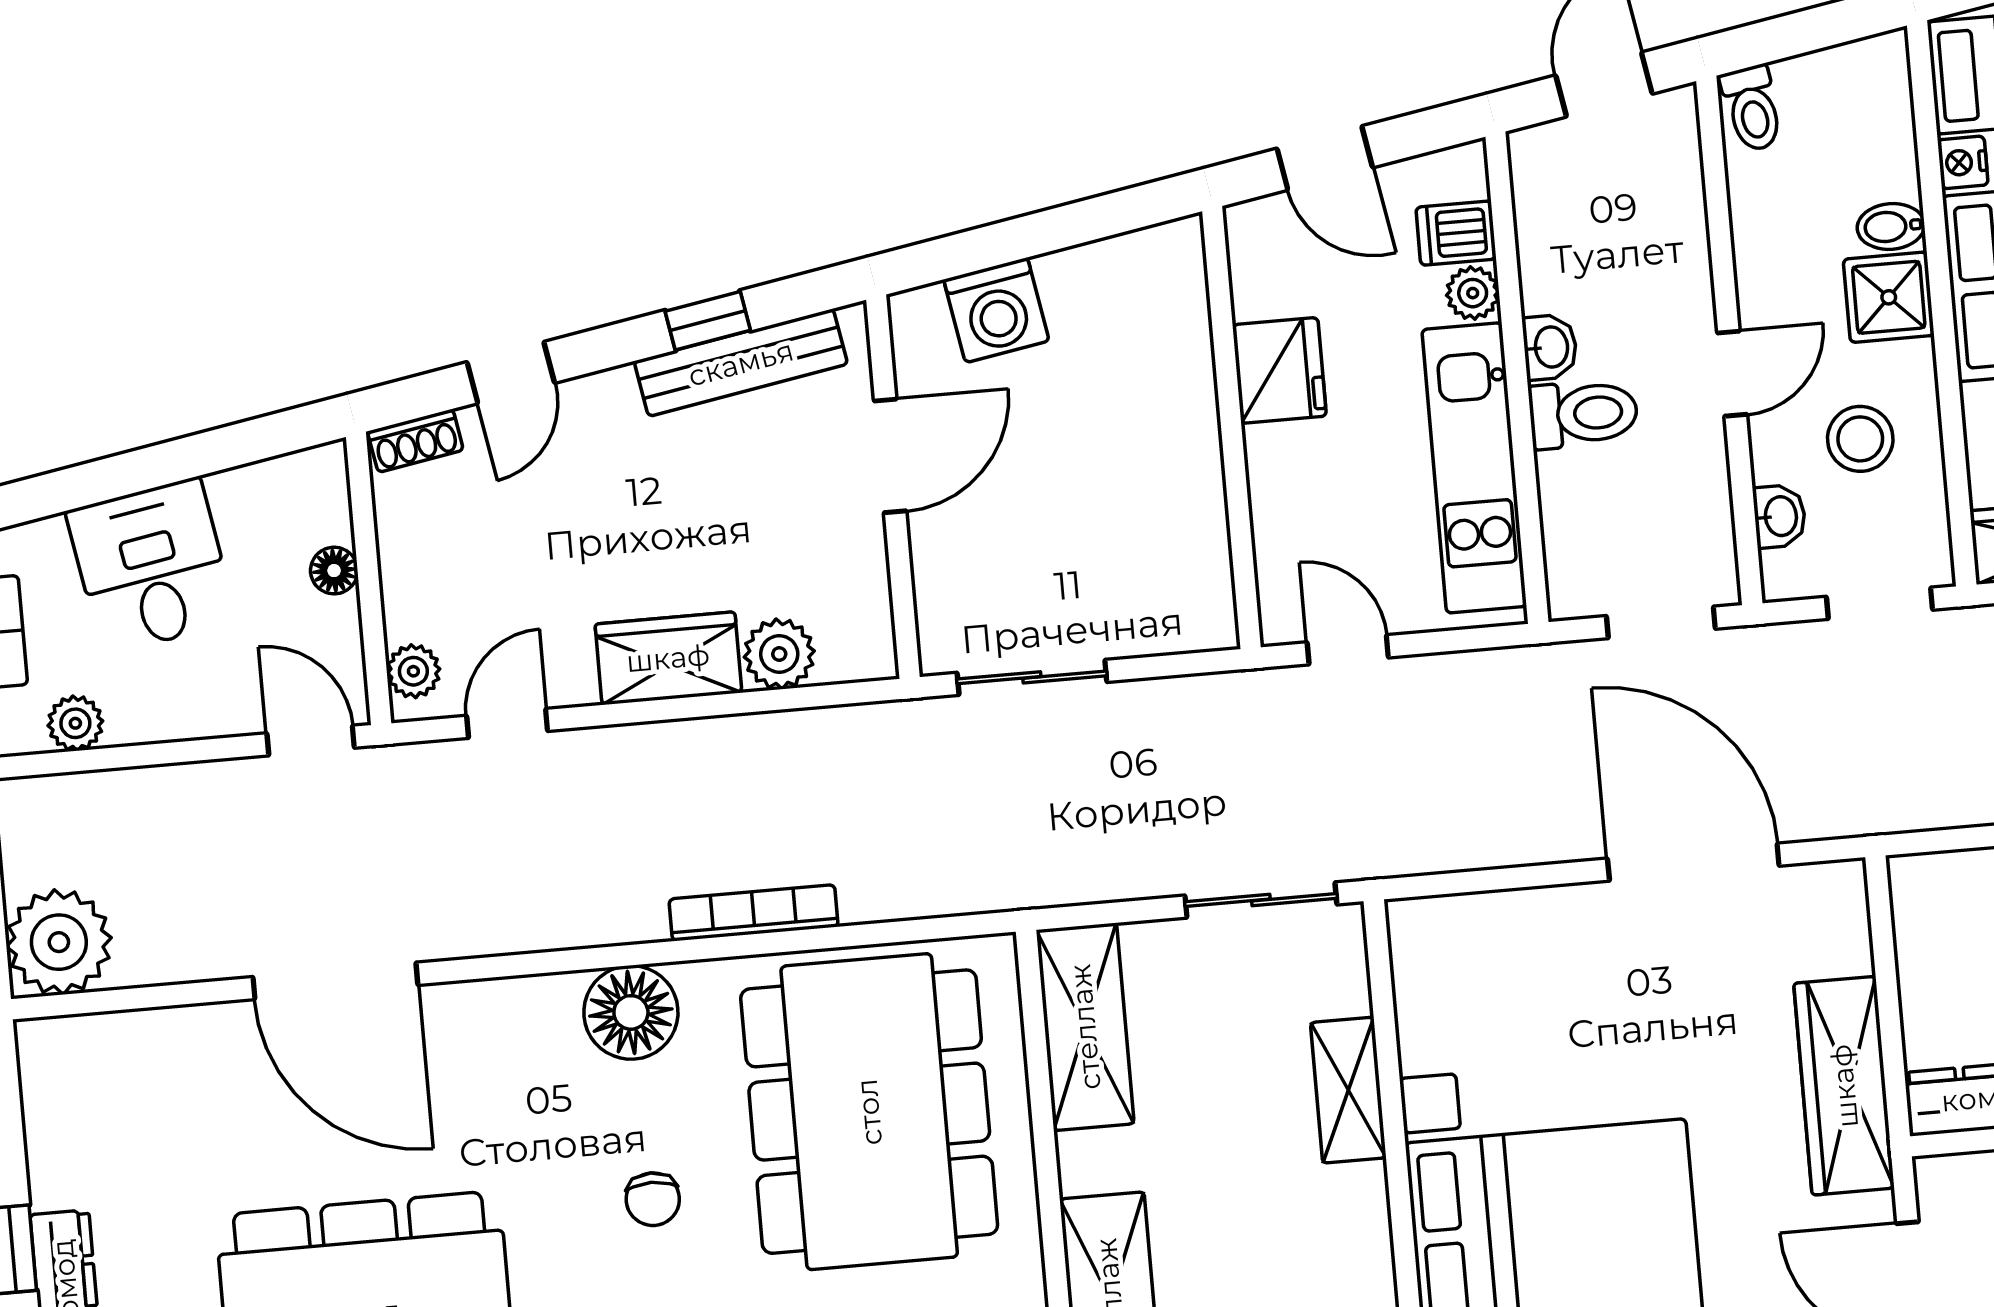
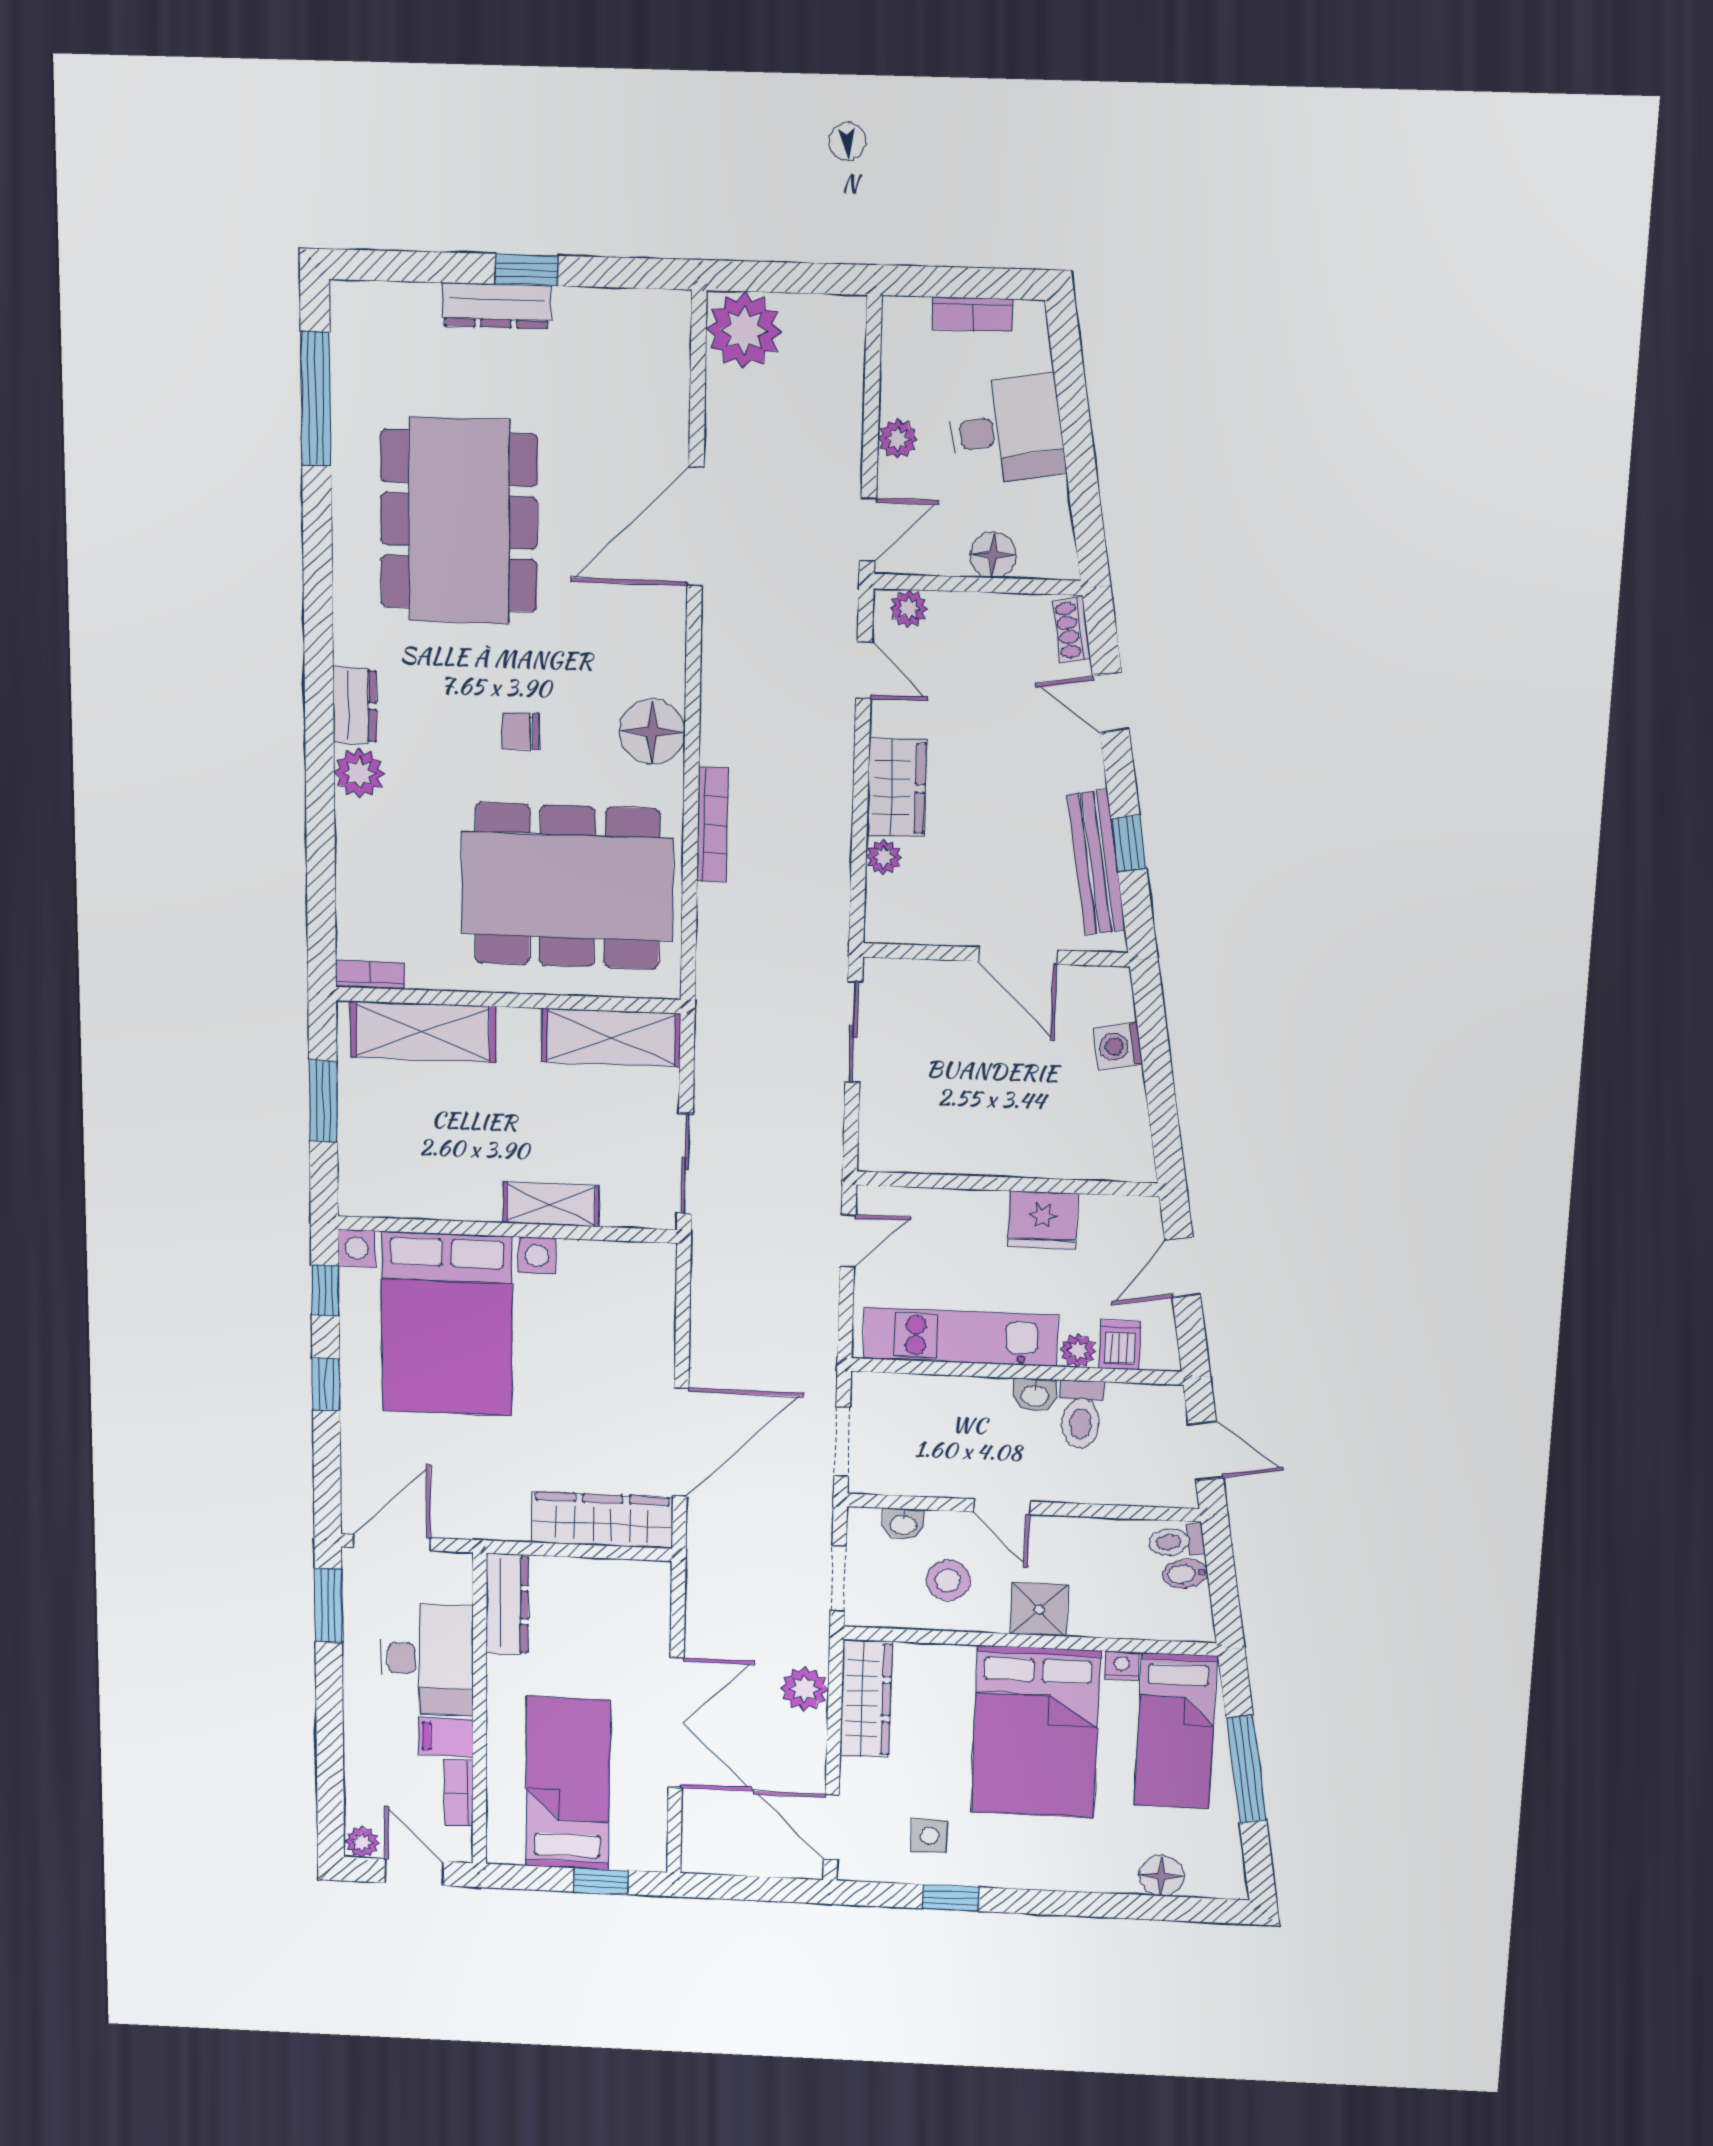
bidet: (1891, 227) -> (1185, 1574), moved, turned -100
washing machine: (996, 310) -> (1118, 1046), width x0.73, depth x0.73
toilet: (1583, 414) -> (1081, 1414), moved
floor lamp: (334, 571) -> (993, 555), width x1.37, depth x1.37
plant: (779, 654) -> (884, 857), width x0.73, depth x0.73
plant: (75, 723) -> (898, 439), moved
wardrobe: (1844, 1086) -> (602, 1520), moved

